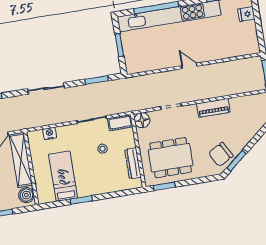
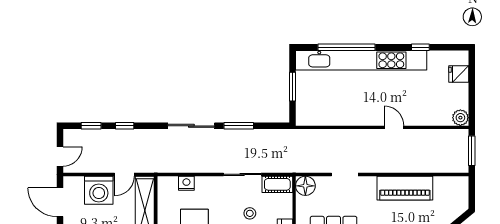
plant: (253, 48) -> (460, 118), added
door: (189, 66) -> (394, 127), moved
window: (97, 80) -> (239, 126), moved
piano: (213, 108) -> (405, 188), width x1.37, depth x1.33

